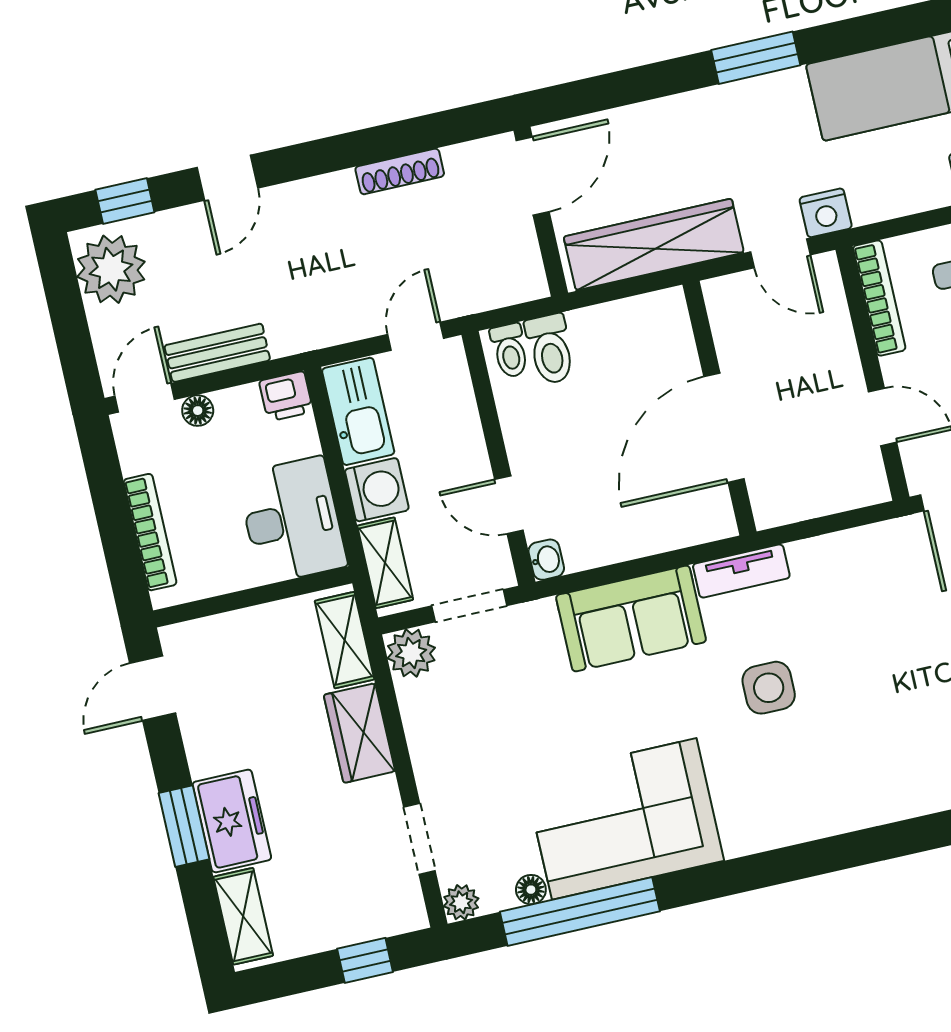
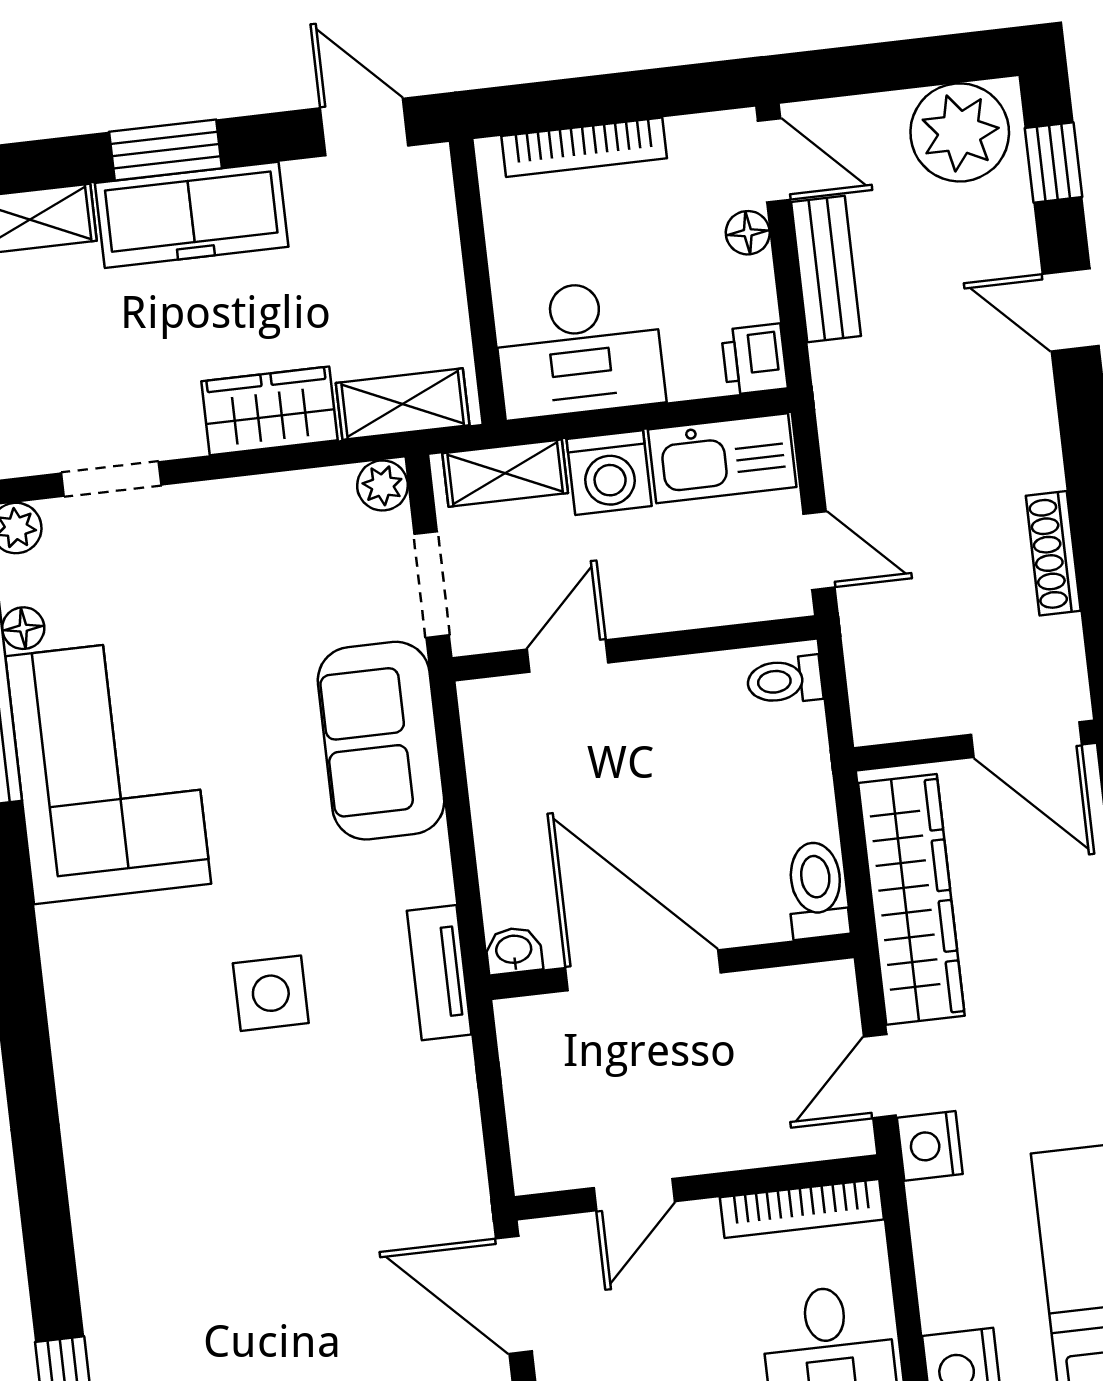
toilet: (550, 349) -> (817, 890), moved, turned 90
washbasin: (546, 560) -> (514, 951), moved, turned 180
sofa: (631, 619) -> (381, 741), moved
plant: (411, 653) -> (382, 485), width x0.73, depth x0.73
freezer: (232, 821) -> (192, 215), width x1.40

